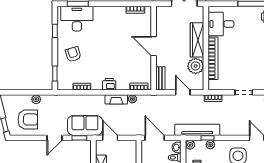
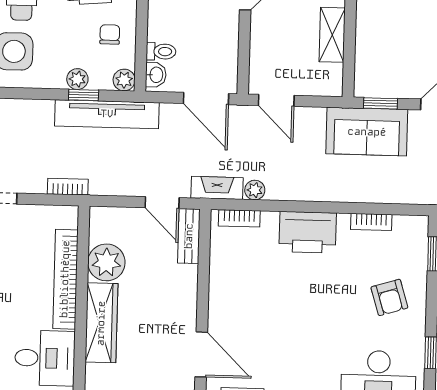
door: (154, 46) -> (201, 354), moved
printer: (109, 84) -> (308, 232), width x1.87, depth x1.48
door: (183, 92) -> (162, 203), moved
fireplace: (116, 99) -> (217, 188), moved
door: (110, 138) -> (276, 100), moved

